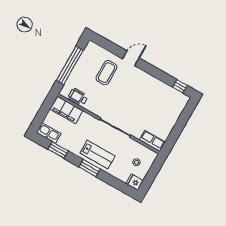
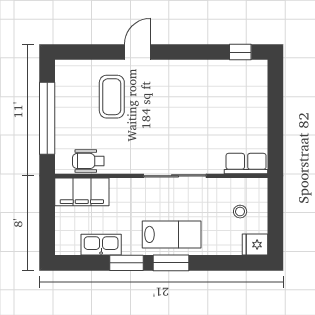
kitchen sink: (49, 133) -> (101, 245), moved
window: (58, 150) -> (127, 263), moved

